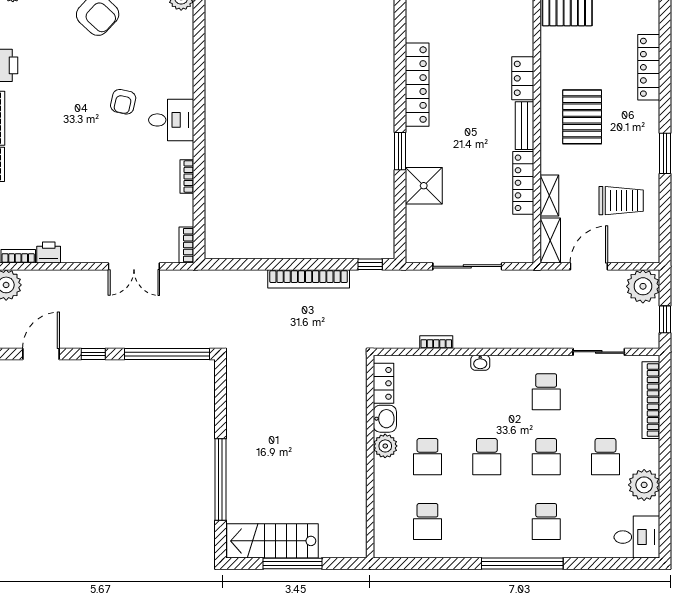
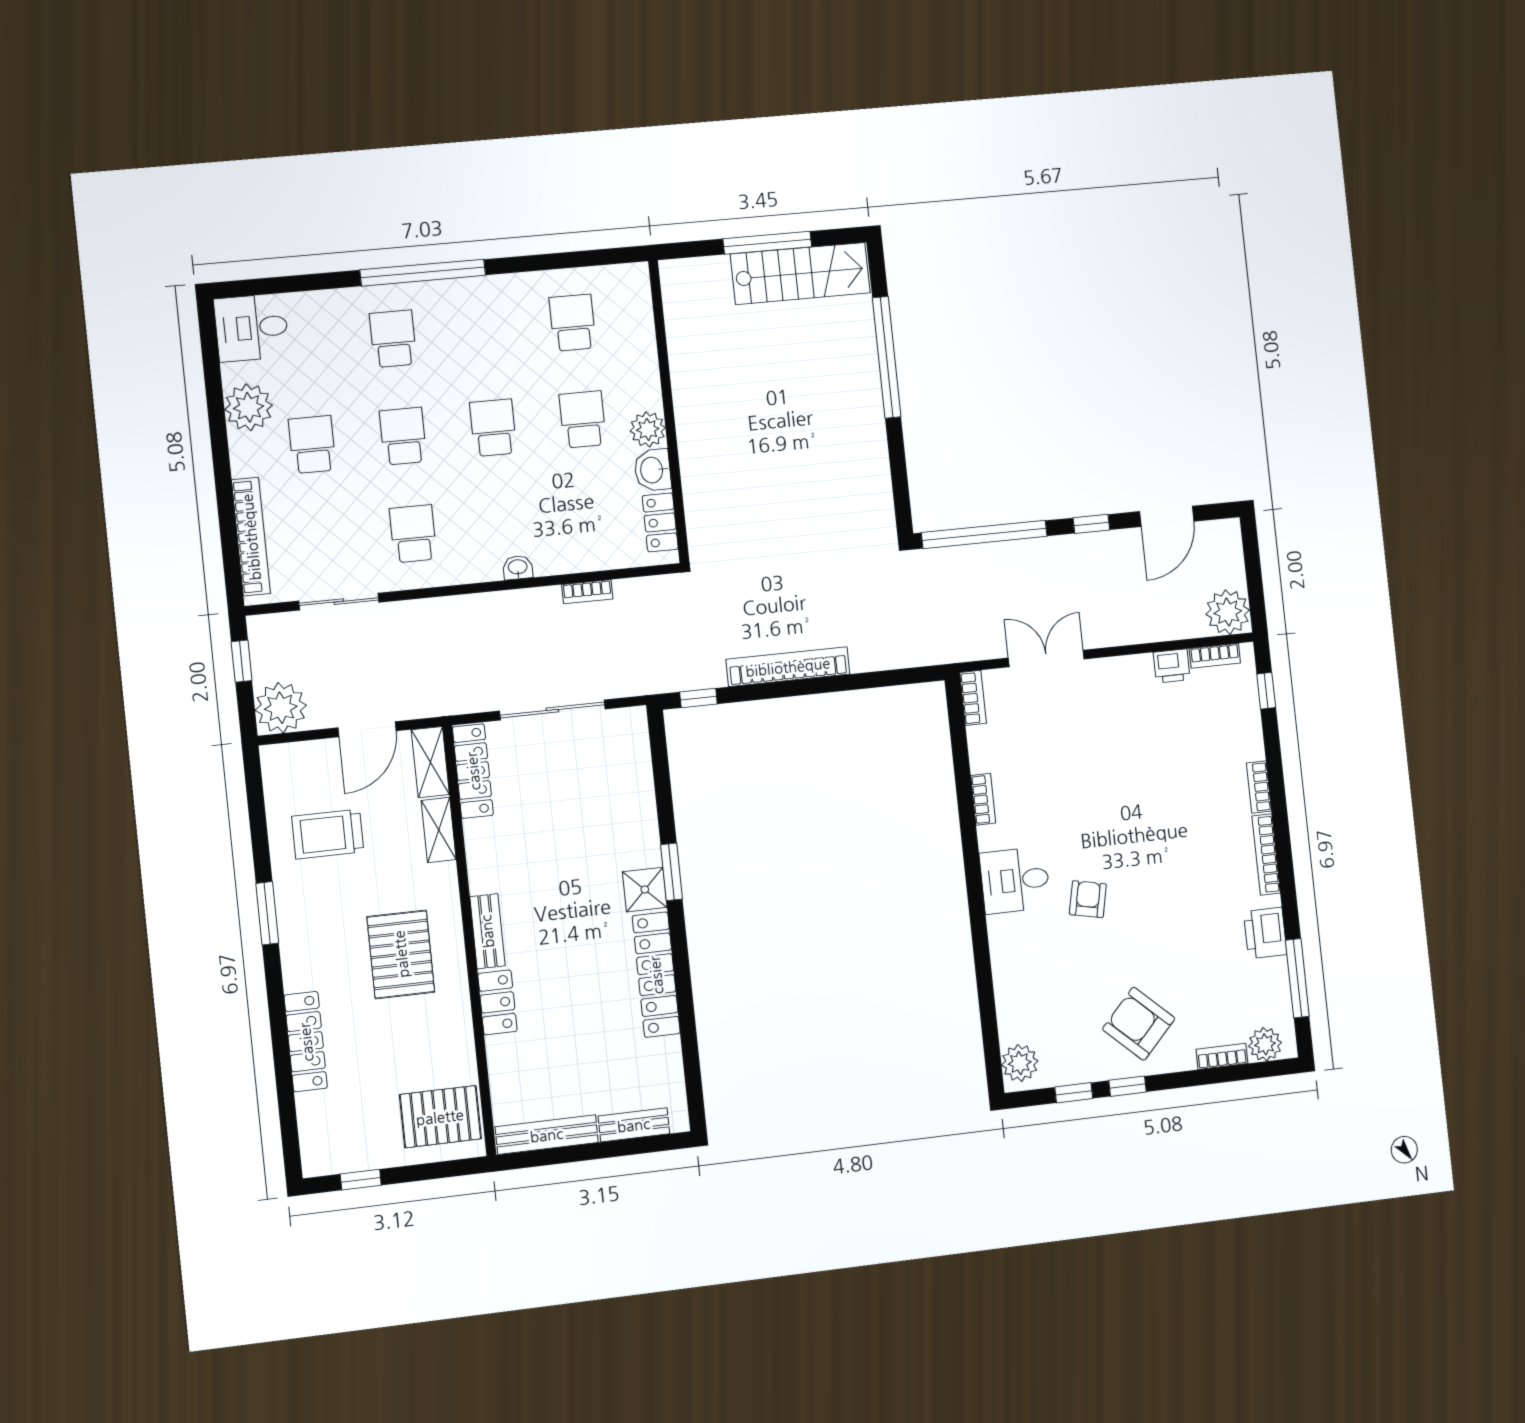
locker: (523, 183) -> (473, 771), moved
shower: (424, 186) -> (645, 890), moved, width x0.73, depth x0.73

